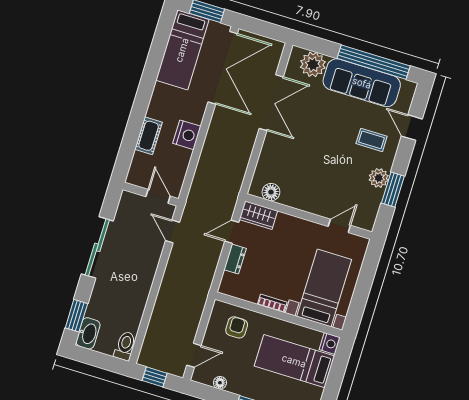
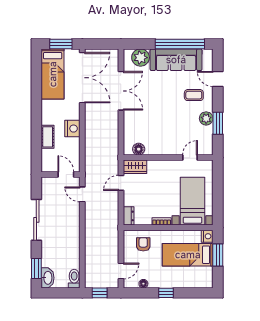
dresser: (235, 259) -> (129, 216), moved
window: (336, 374) -> (218, 255), added

